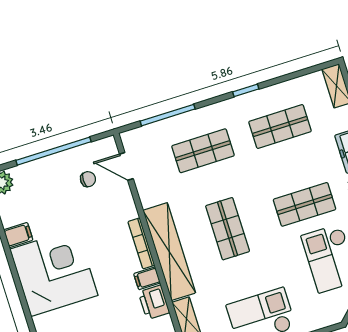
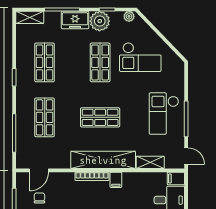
printer: (154, 302) -> (133, 180), removed

